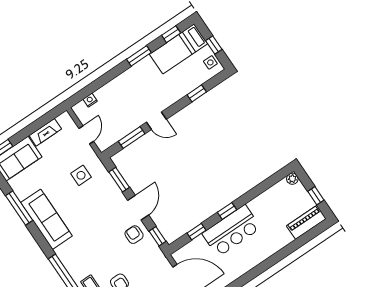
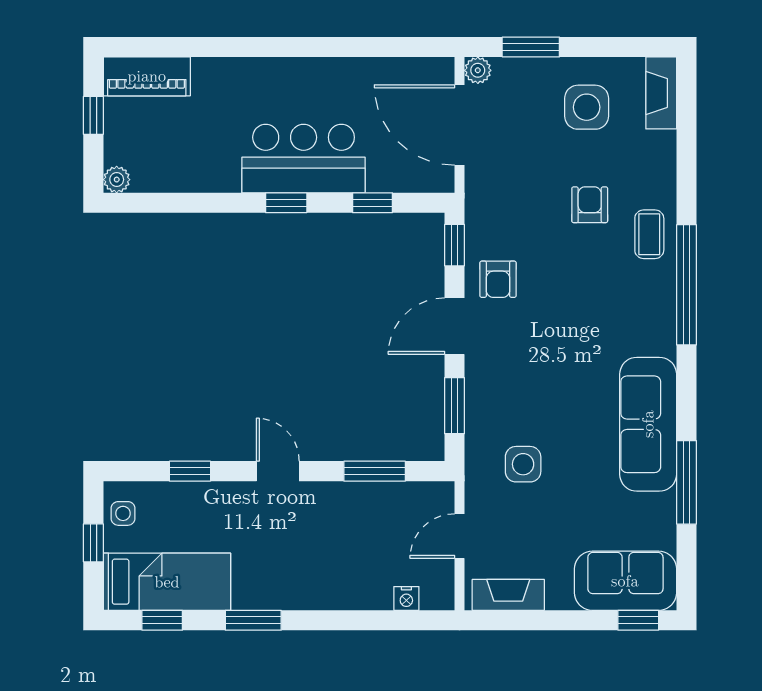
door: (156, 121) -> (278, 471), moved
fireplace: (45, 132) -> (508, 595), moved

